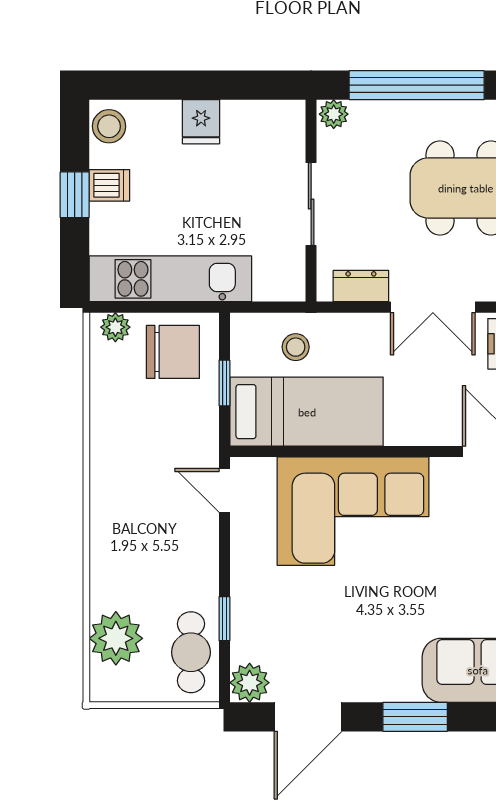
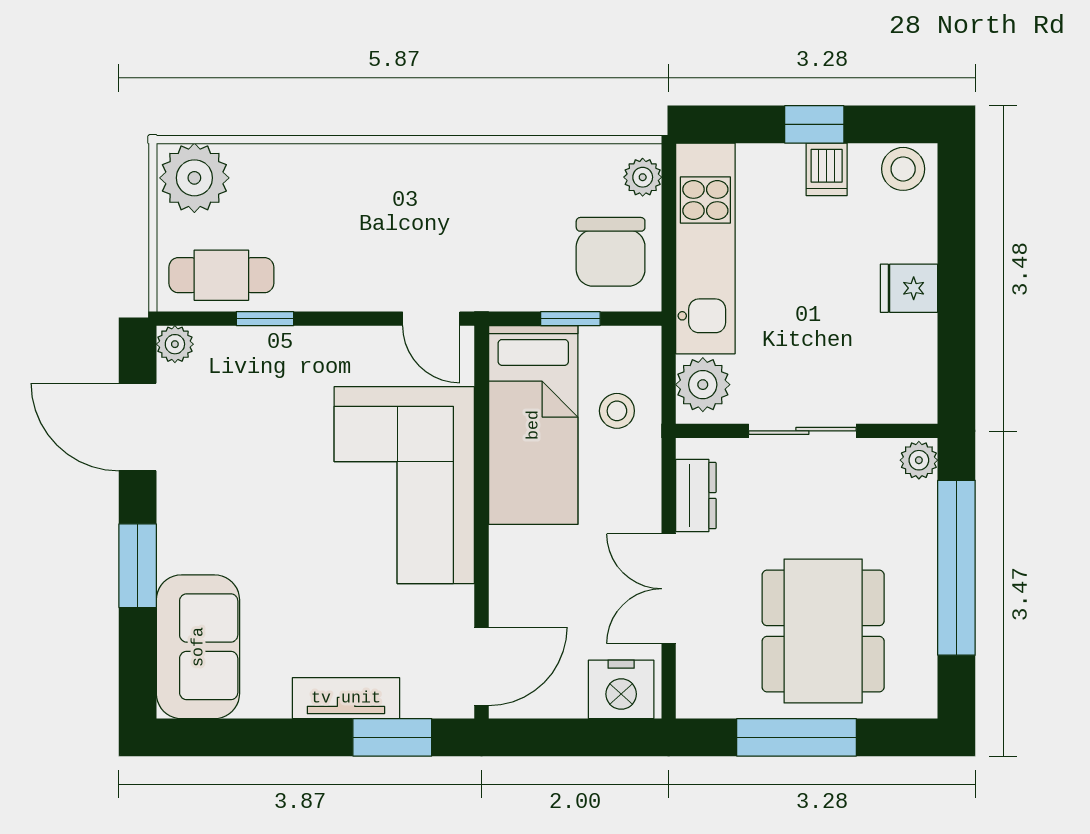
plant: (275, 281) -> (703, 385), added
door: (224, 490) -> (431, 319), swing flipped
plant: (116, 638) -> (194, 178), moved
plant: (250, 683) -> (175, 344), width x0.73, depth x0.73

